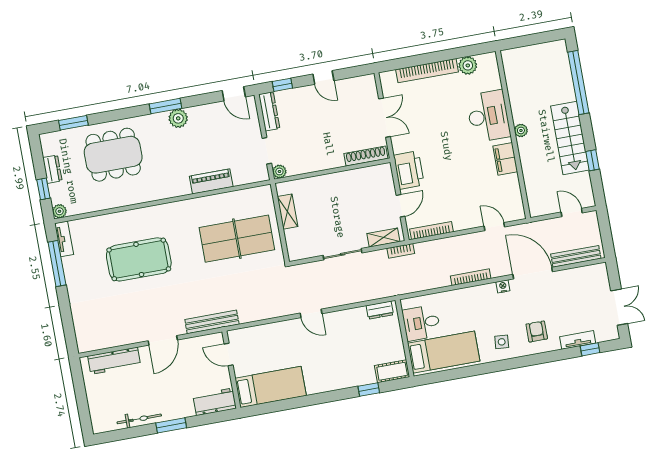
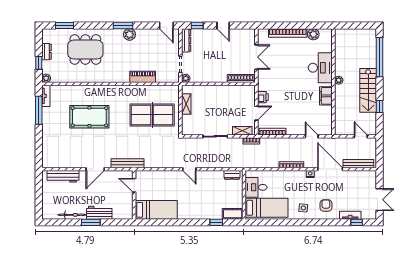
printer: (409, 170) -> (263, 97), width x0.53, depth x0.68
workbench: (215, 402) -> (99, 213), moved

